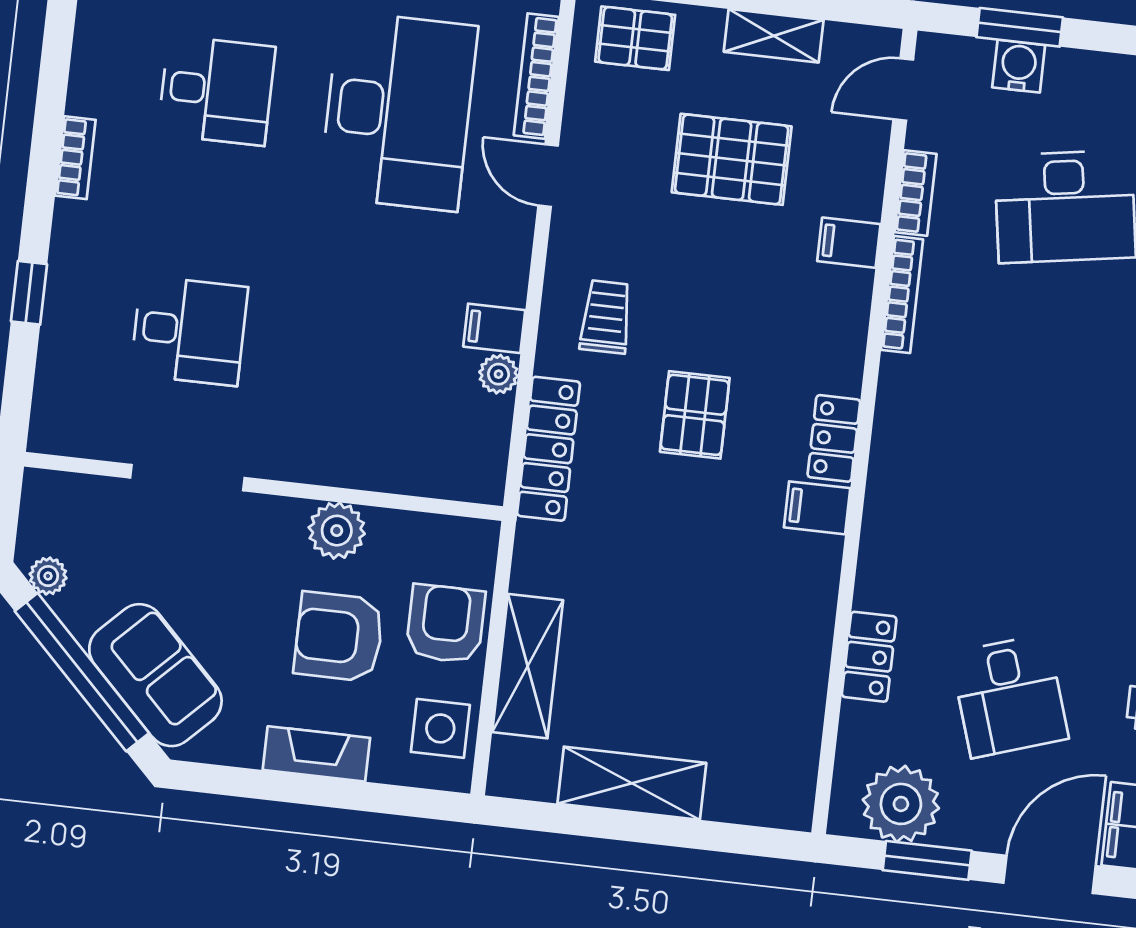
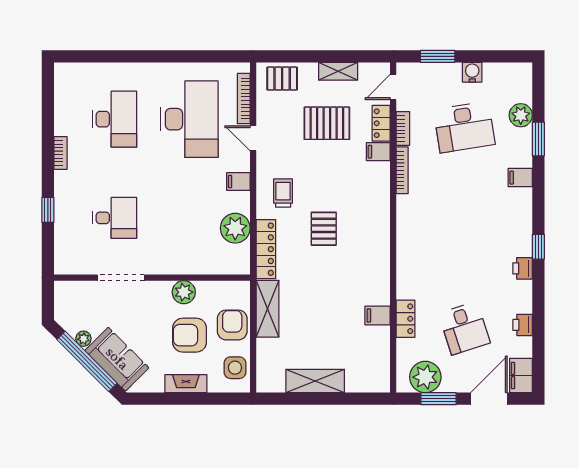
water cooler: (1019, 66) -> (472, 72), moved
desk: (217, 90) -> (115, 119), width x1.37
filing cabinet: (494, 328) -> (238, 181), moved
plant: (499, 374) -> (235, 228), width x1.87, depth x1.87
locker: (834, 438) -> (381, 123), moved
filing cabinet: (817, 508) -> (378, 315), moved
plant: (48, 576) -> (83, 339), moved
shelving: (528, 666) -> (267, 309), moved

